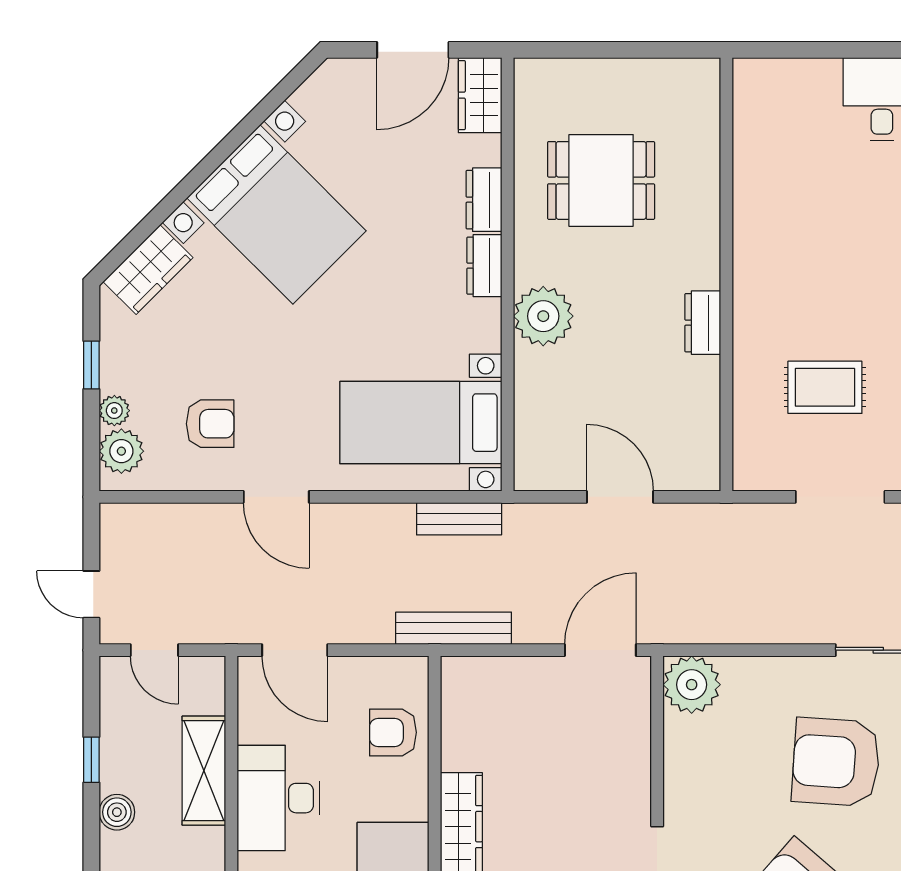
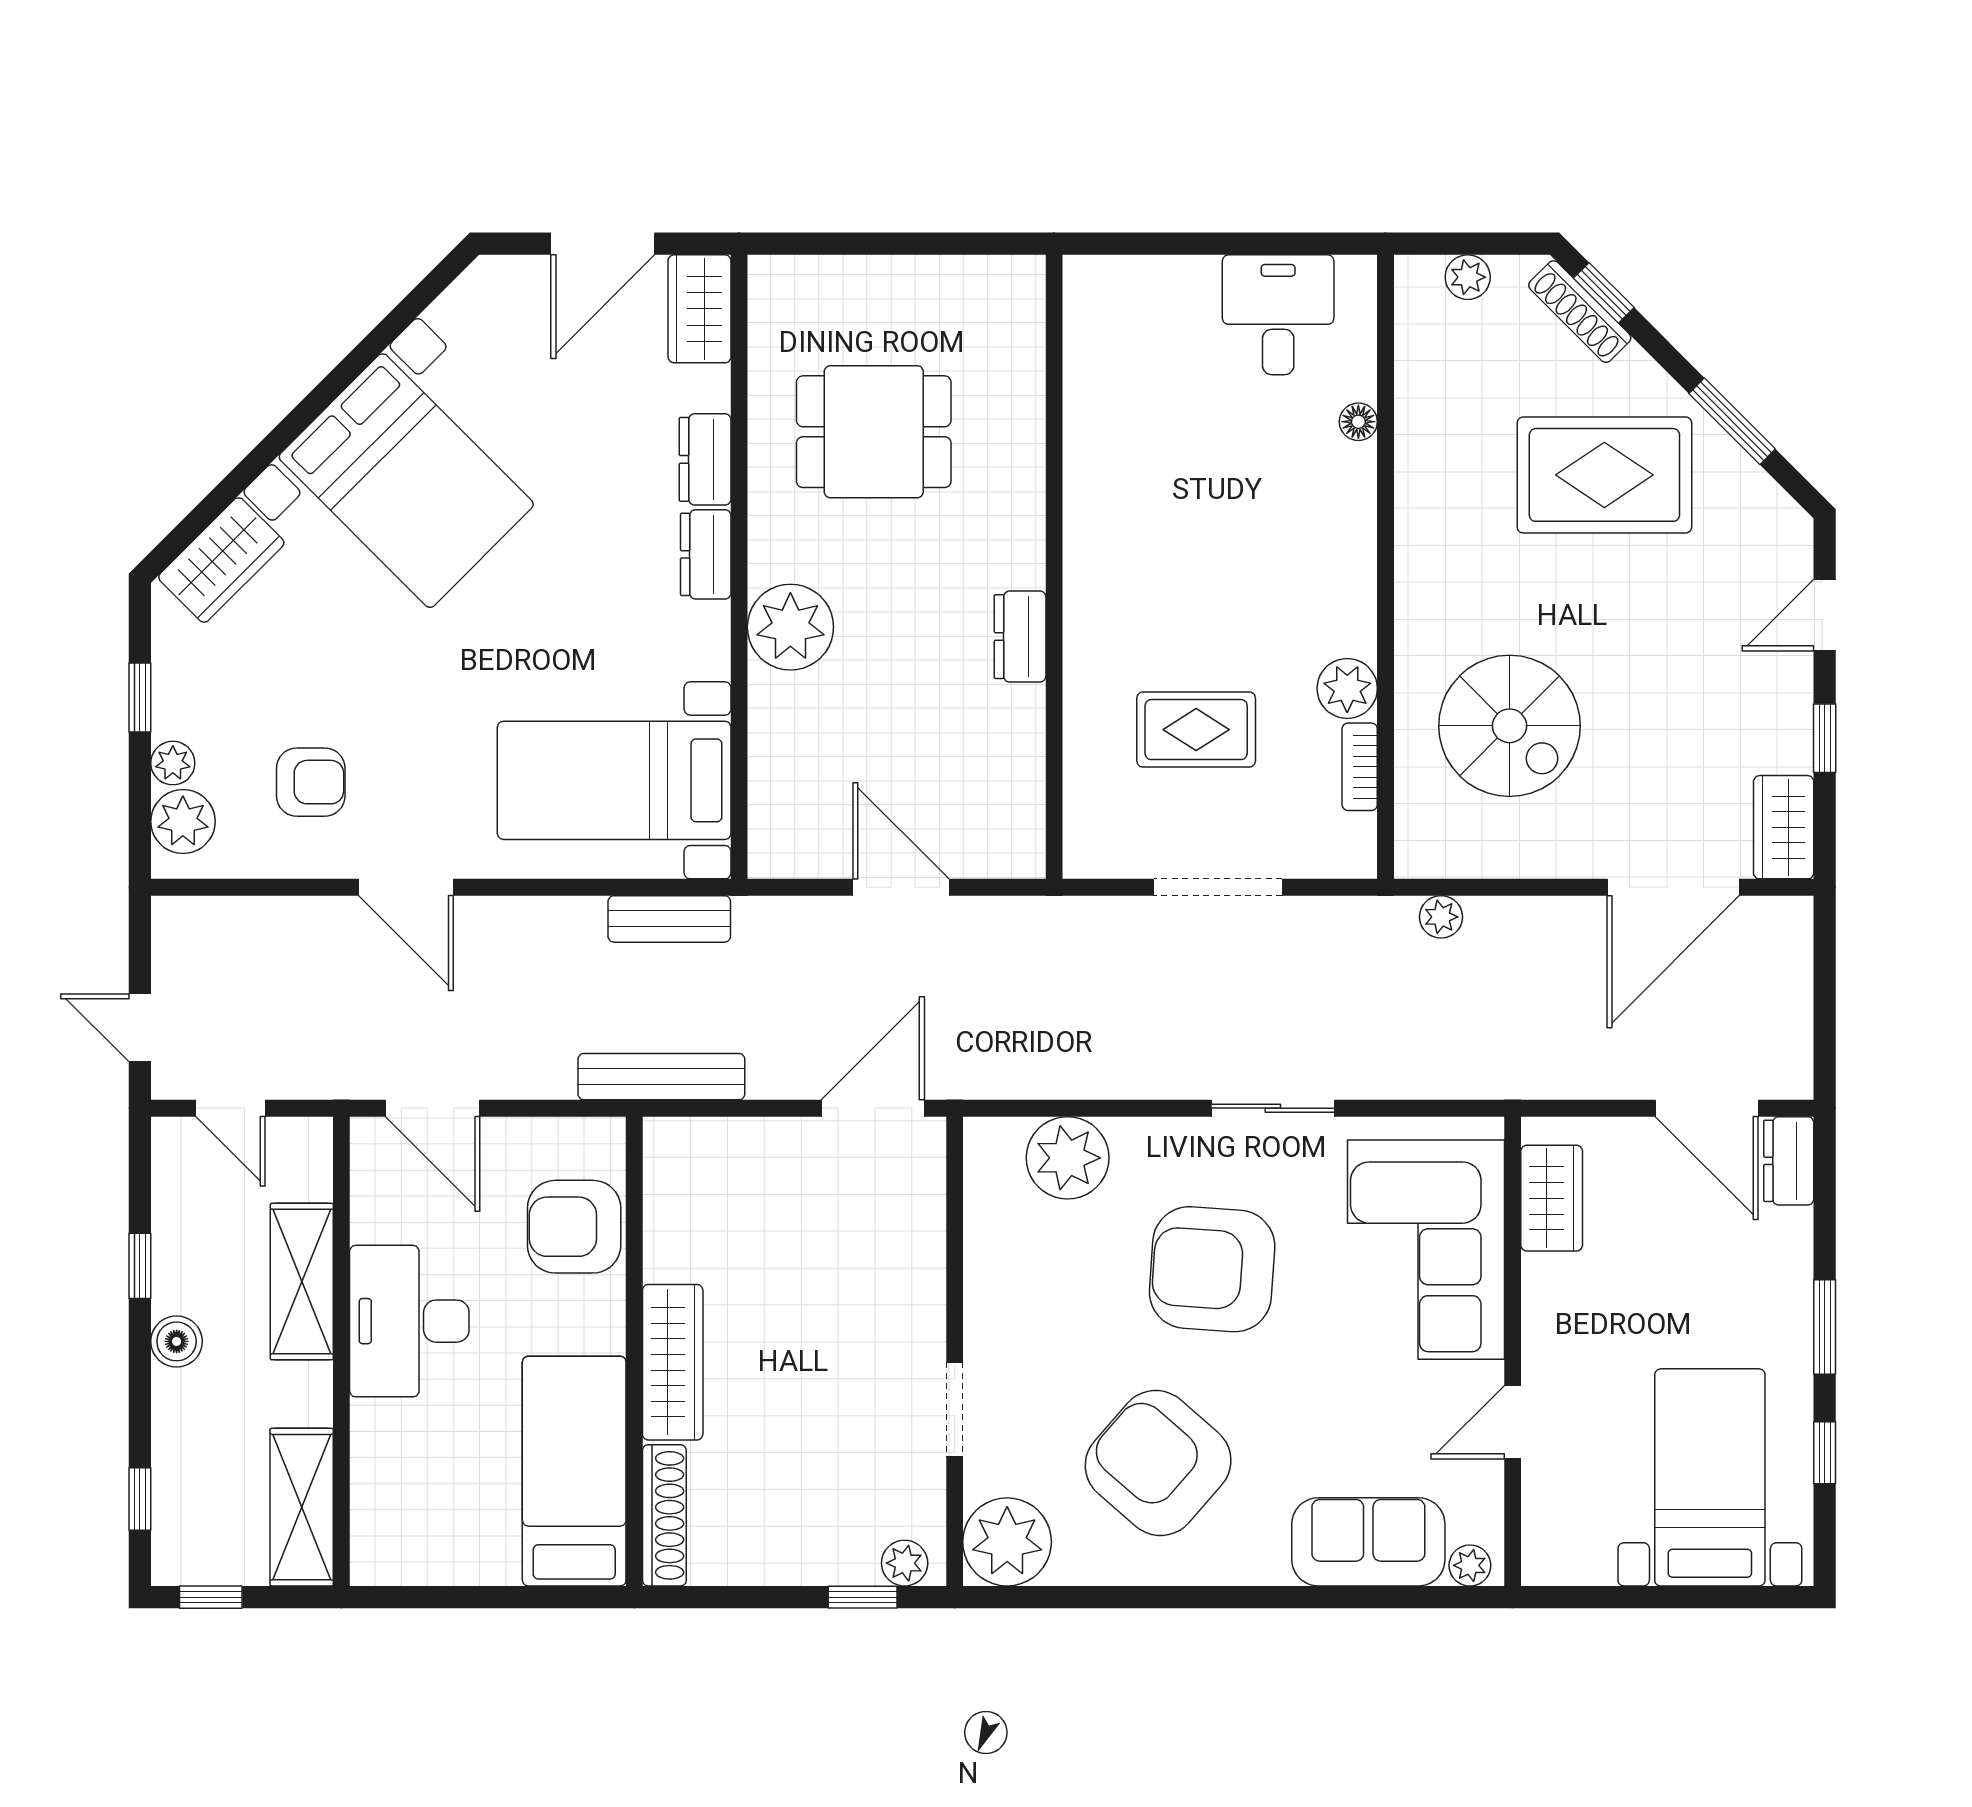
plant: (692, 685) -> (1068, 1158), moved
armchair: (393, 732) -> (574, 1227), width x1.38, depth x1.38

